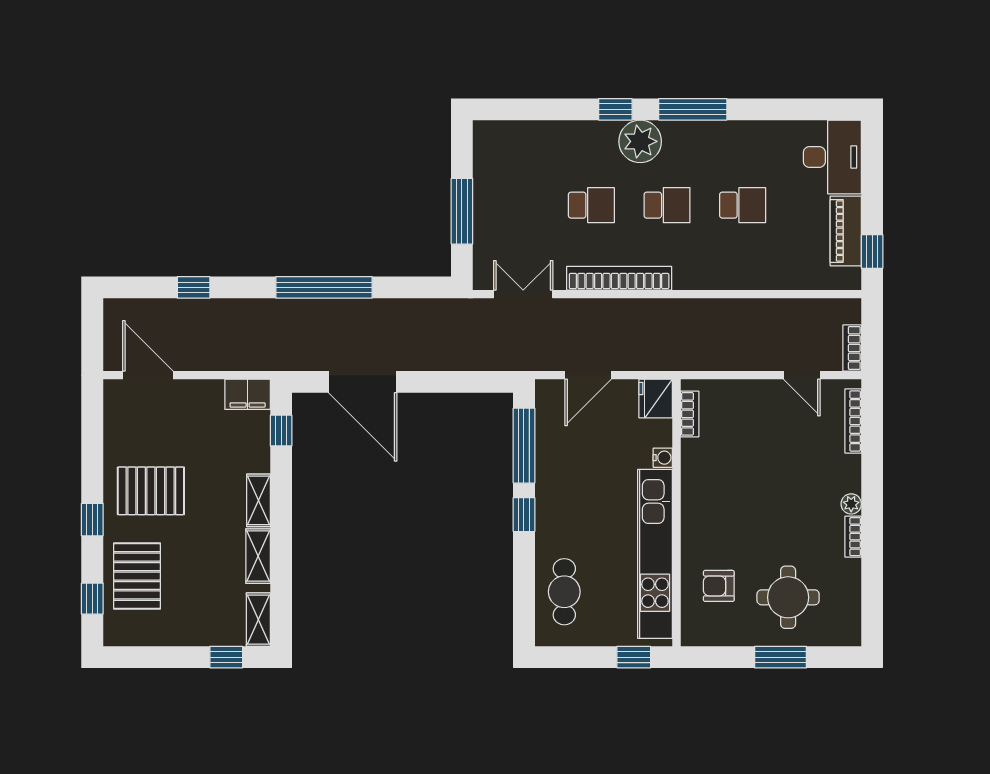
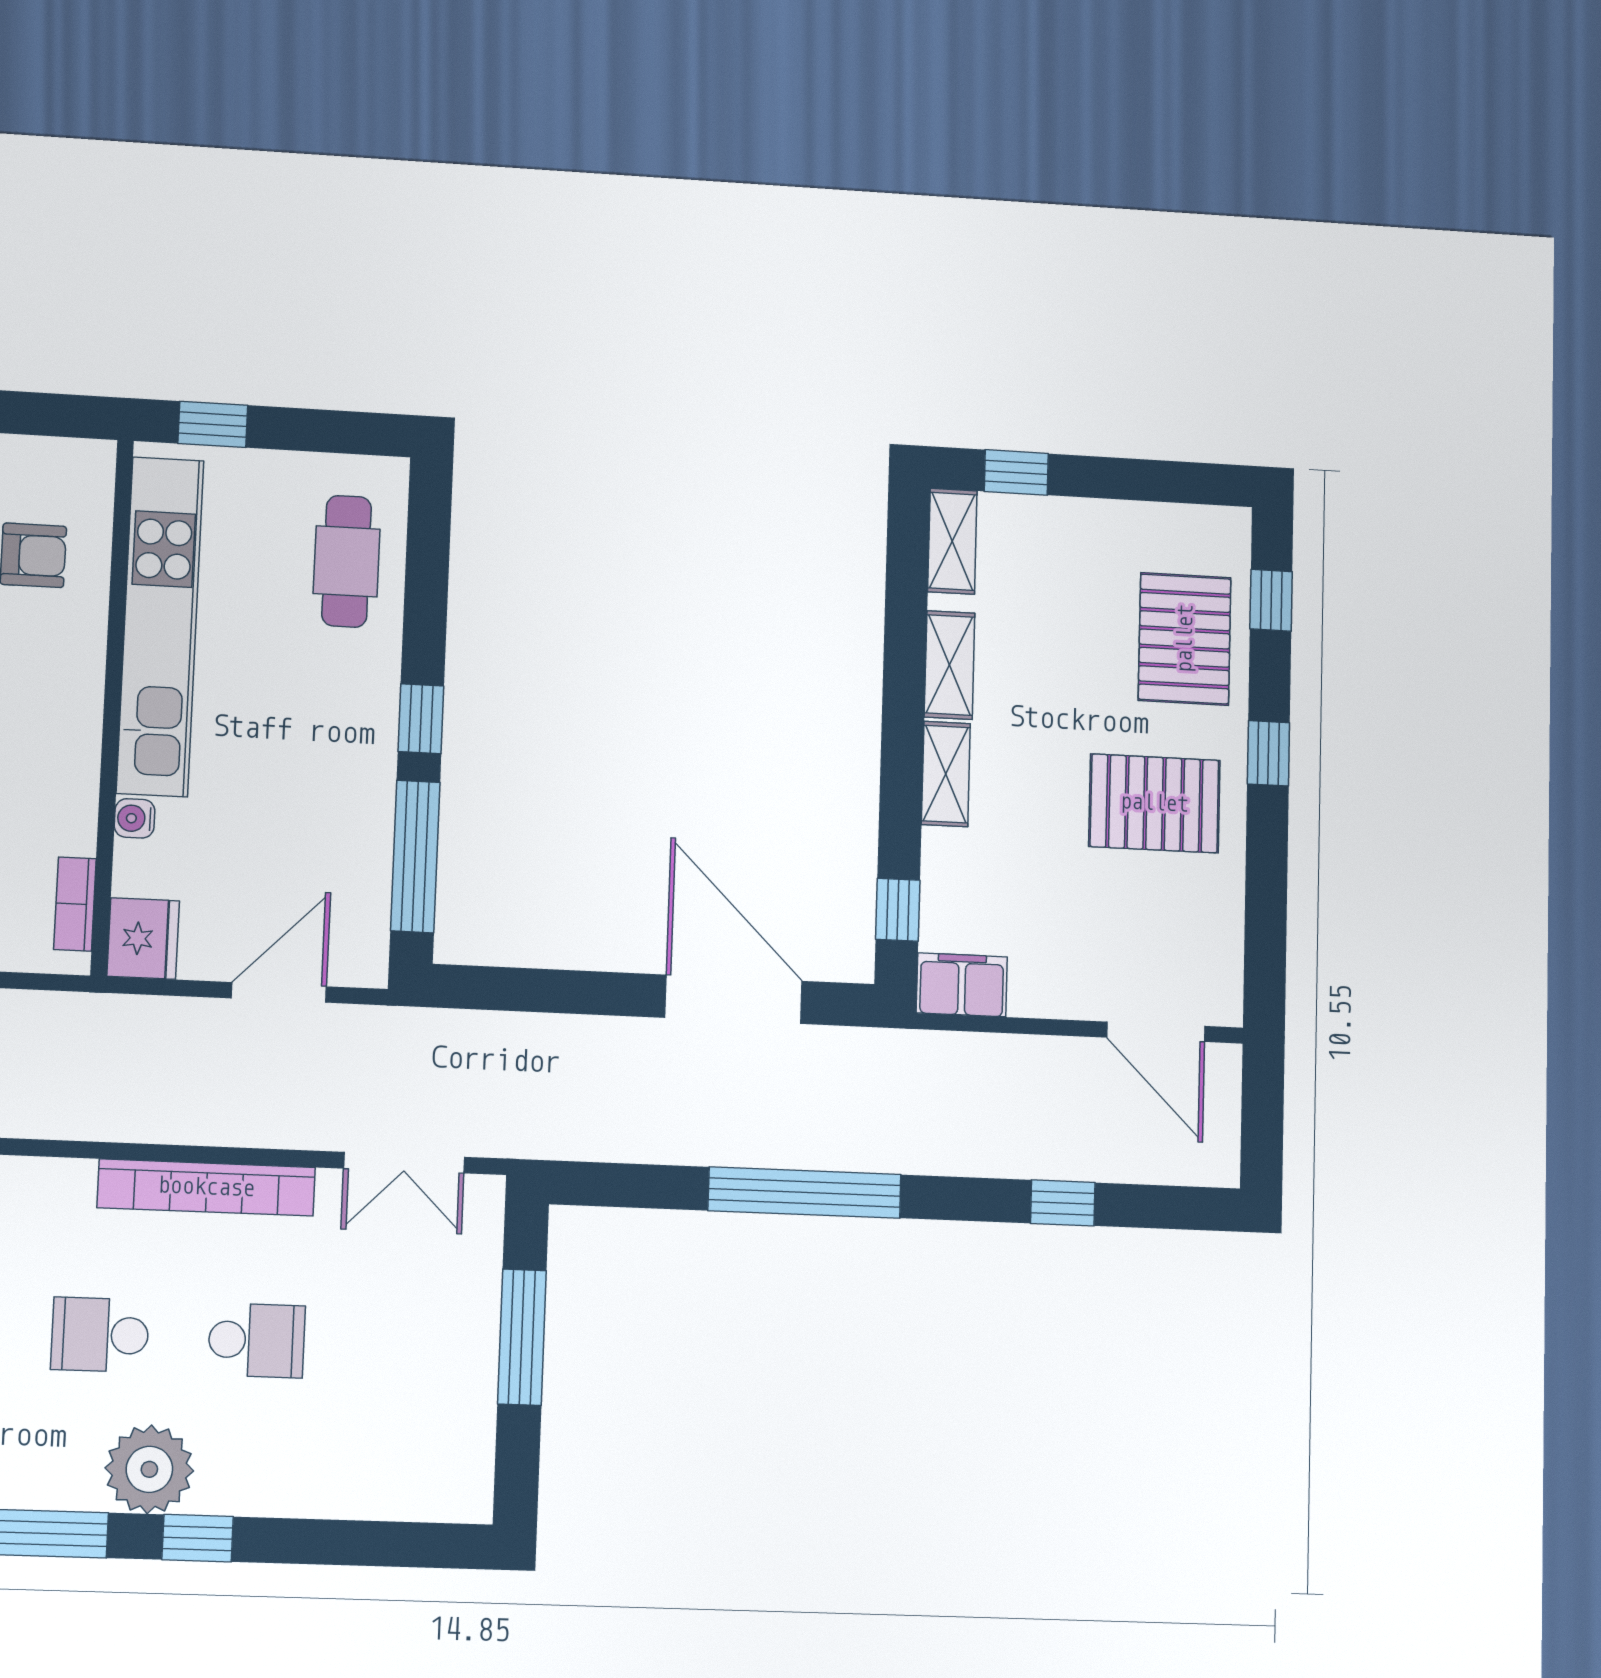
school desk: (591, 205) -> (256, 1340), turned 180

